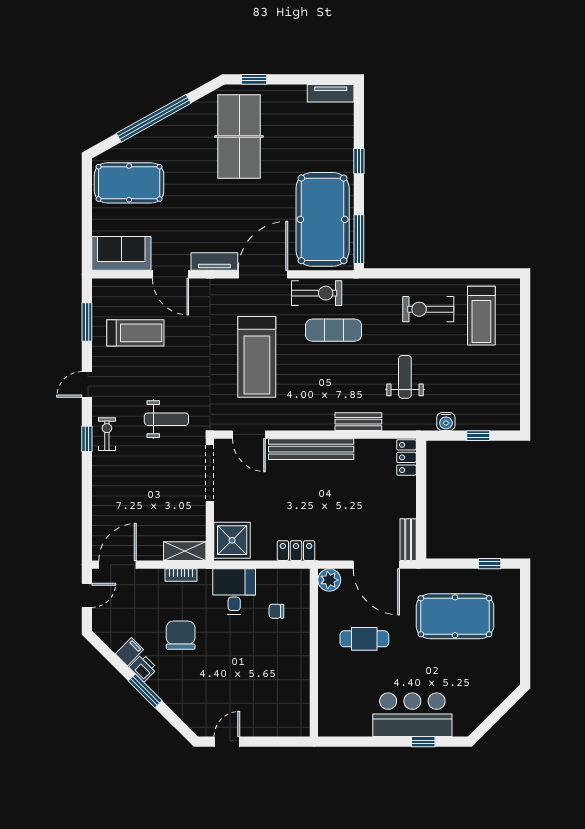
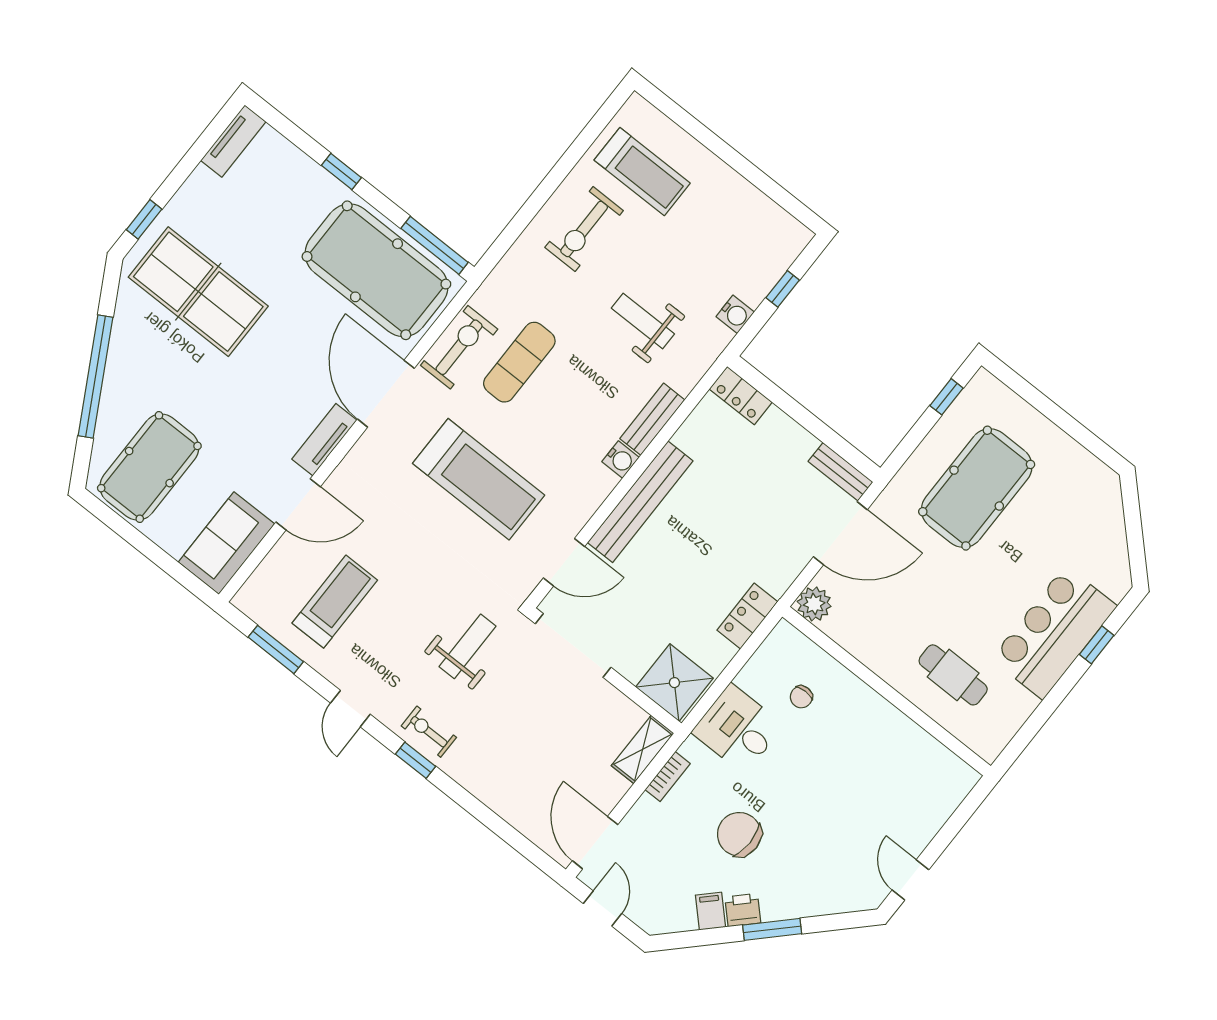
water cooler: (325, 422) -> (621, 460), added
cafe table: (364, 639) -> (953, 675), moved, turned 90

